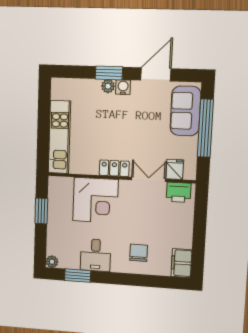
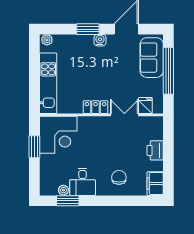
plant: (108, 86) -> (47, 40), moved
printer: (179, 192) -> (155, 150), moved, turned 90
corner desk: (95, 200) -> (58, 135), moved
plant: (52, 262) -> (63, 190), moved

